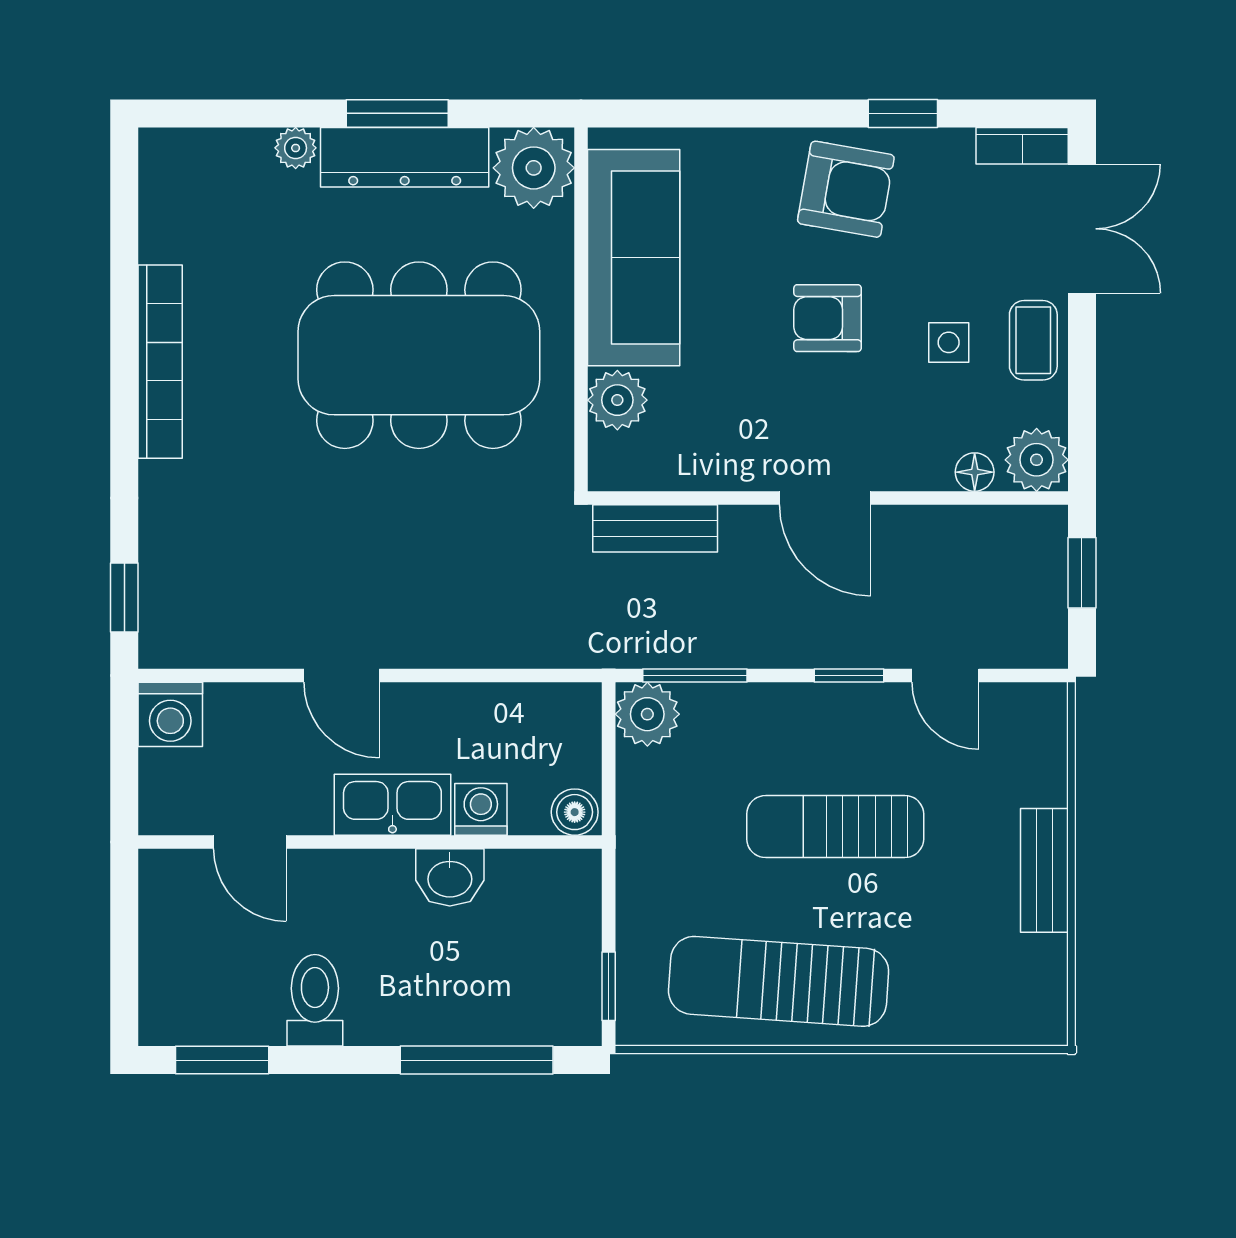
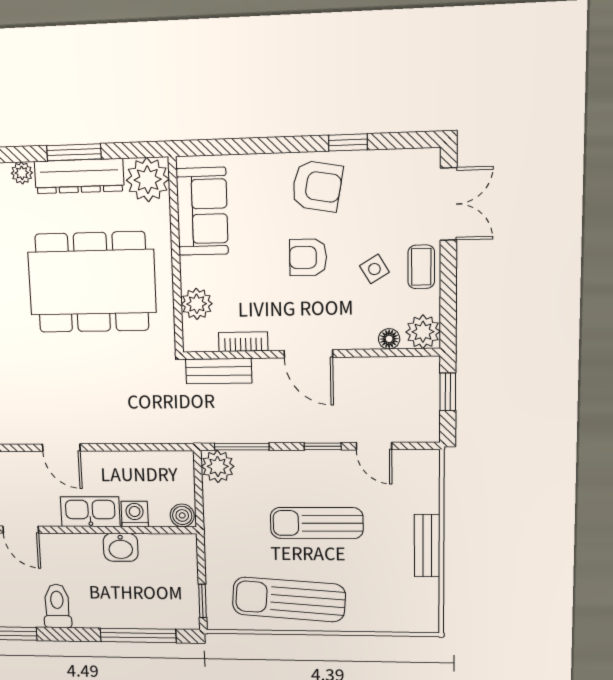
bookcase: (1022, 146) -> (243, 342), moved, turned 180
sofa: (634, 258) -> (202, 211), width x0.73
side table: (949, 342) -> (374, 269), turned -31

